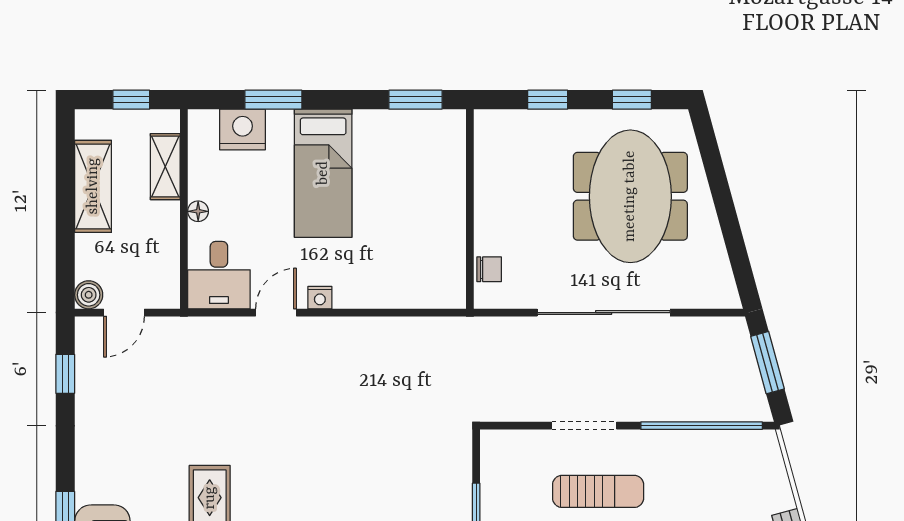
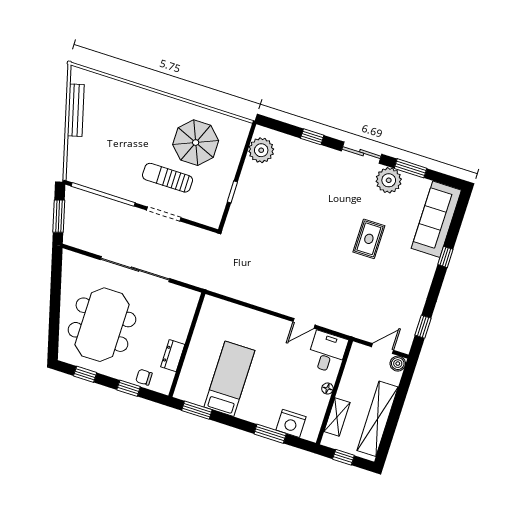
bed: (323, 173) -> (229, 379), moved
dresser: (489, 182) -> (173, 356), added
shelving: (93, 186) -> (378, 419), width x1.47
chair: (489, 269) -> (144, 377), moved
nightstand: (320, 298) -> (279, 324), removed

